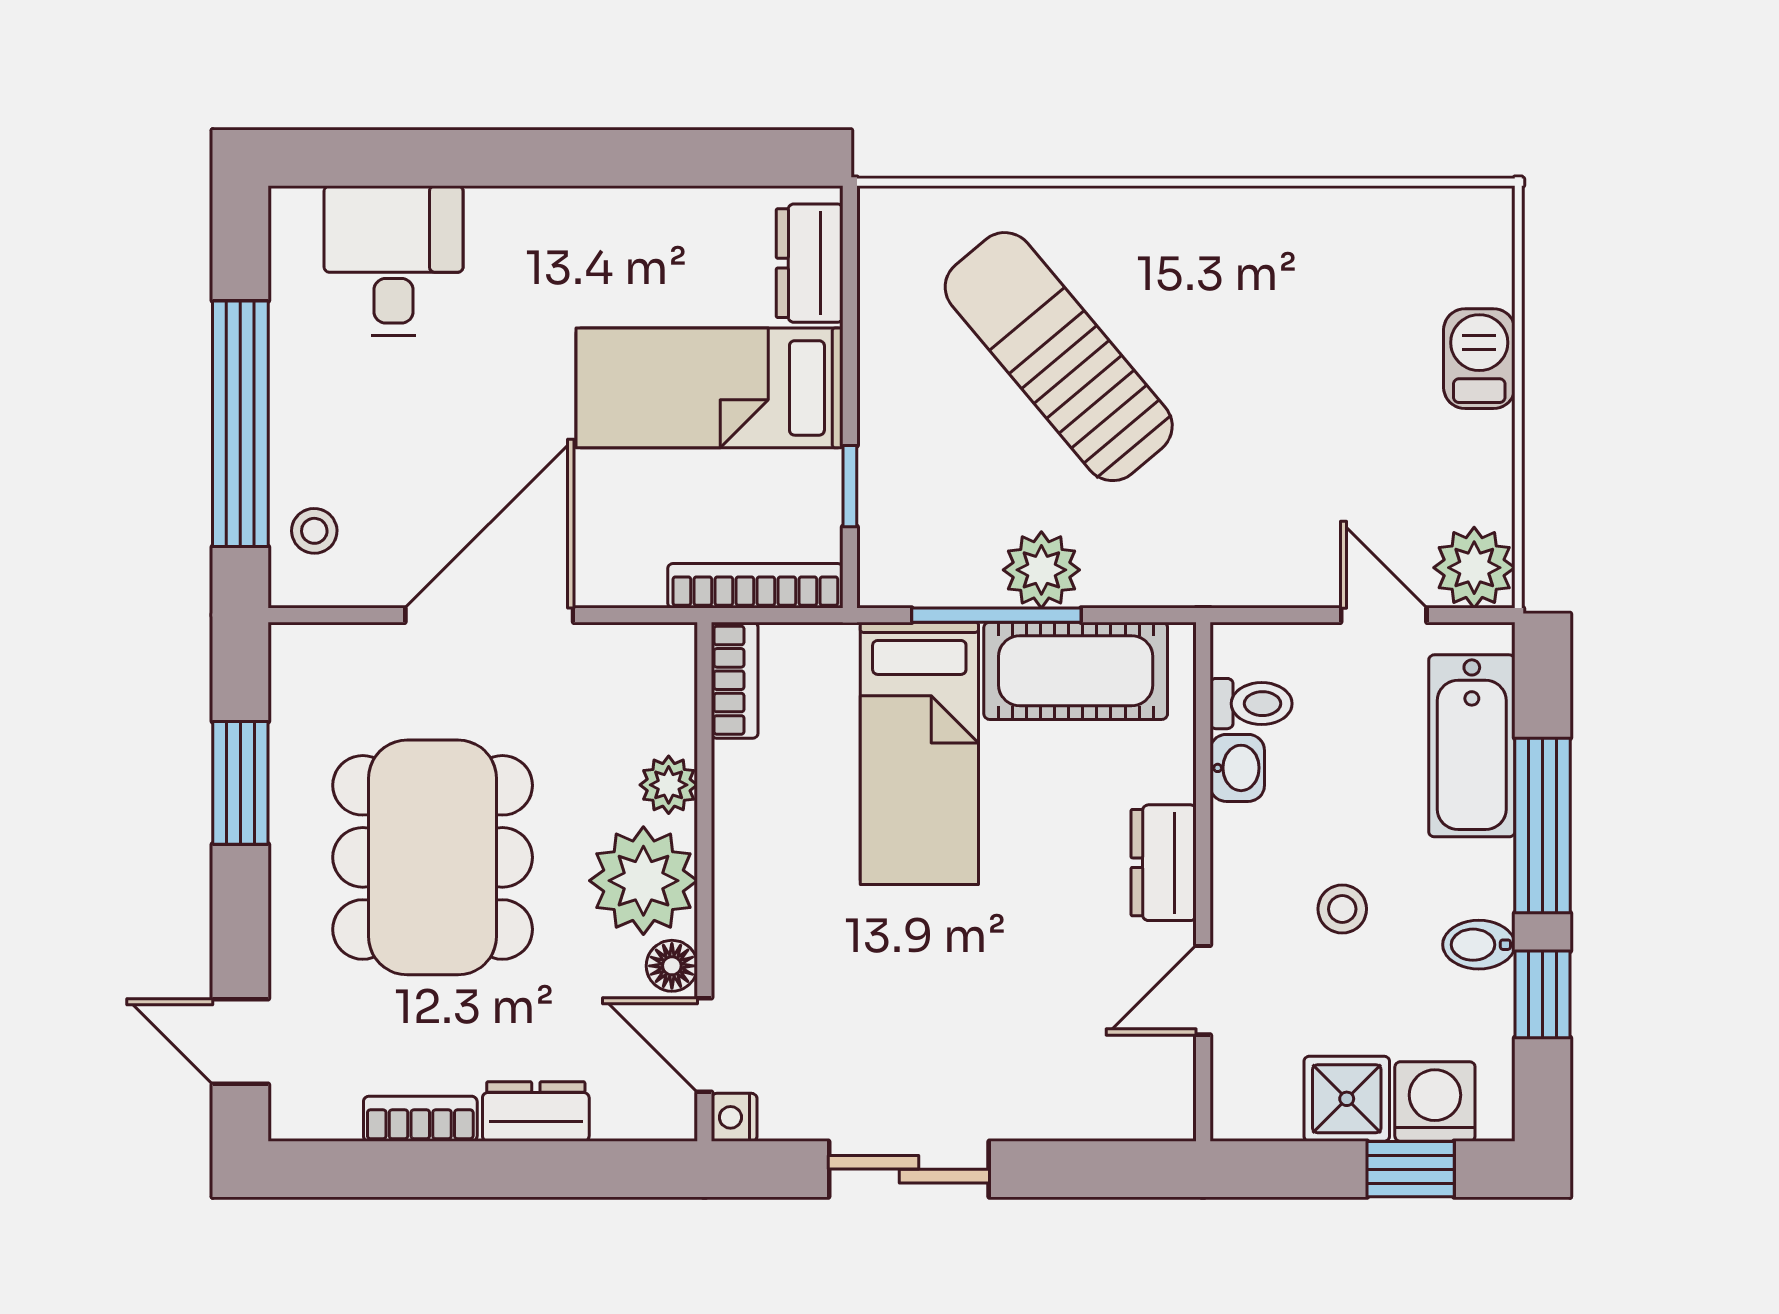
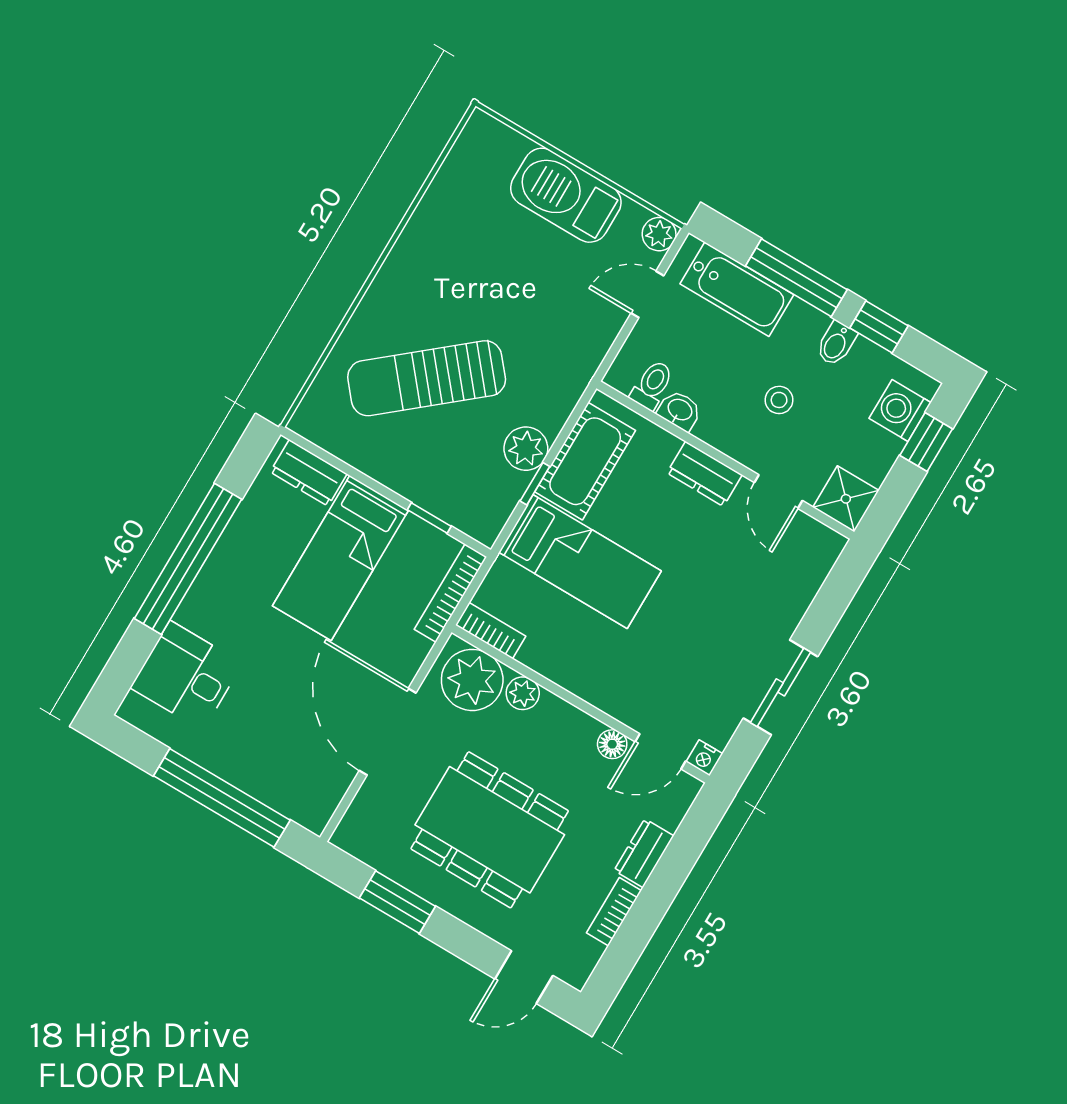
window: (571, 158) -> (188, 559), added
barbecue: (1479, 359) -> (566, 195), width x1.88, depth x1.53
stool: (314, 531) -> (296, 793), removed
plant: (1474, 568) -> (659, 234), width x0.73, depth x0.73
window: (996, 615) -> (535, 484), width x0.46
plant: (643, 881) -> (472, 680), moved
shower: (1347, 1099) -> (846, 499), moved

